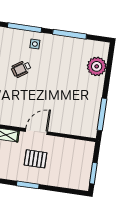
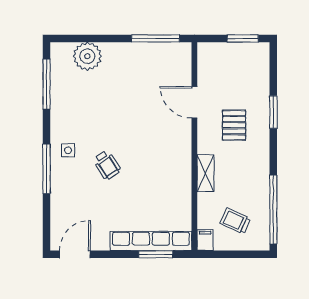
window: (70, 34) -> (47, 84), moved
door: (36, 132) -> (194, 102), moved
window: (28, 185) -> (273, 112), moved

